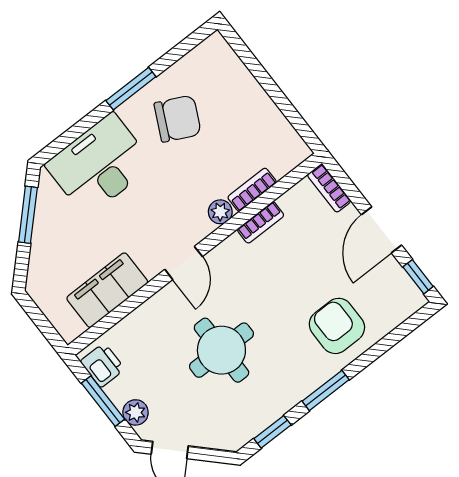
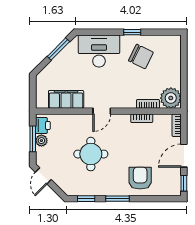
window: (131, 89) -> (132, 32), width x0.67
plant: (220, 212) -> (171, 98), moved, width x1.87, depth x1.87
plant: (136, 412) -> (41, 141), moved

